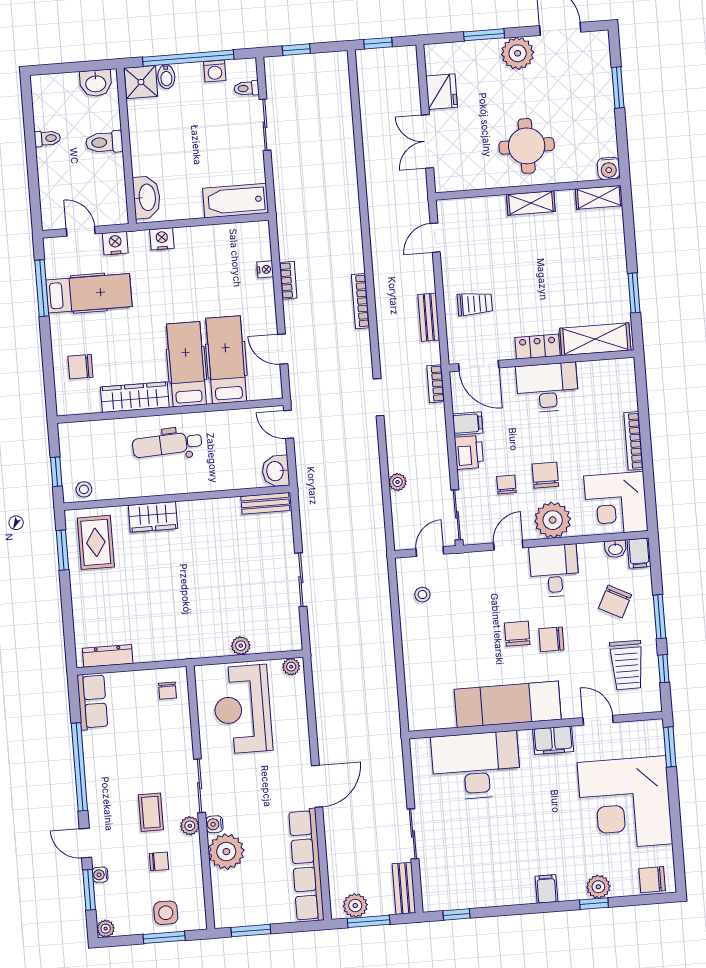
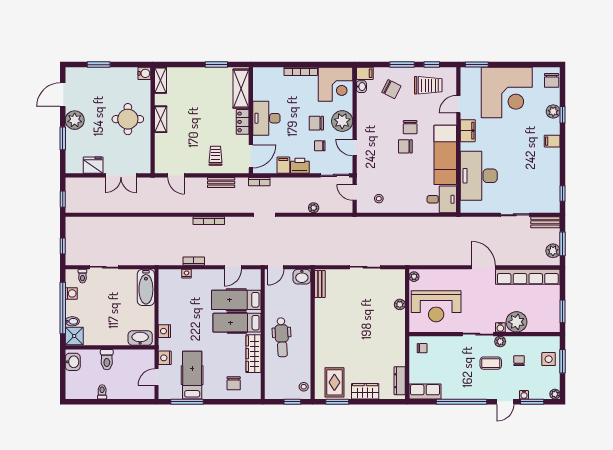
wardrobe: (153, 517) -> (365, 391), moved, turned -90
rug: (96, 542) -> (334, 382), turned 90
desk: (554, 571) -> (442, 199), moved, turned 180

